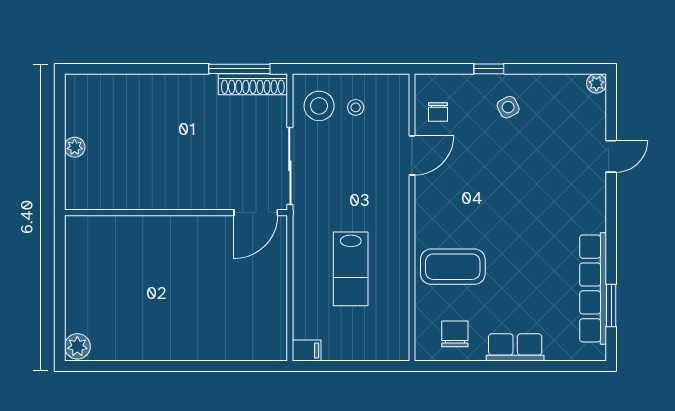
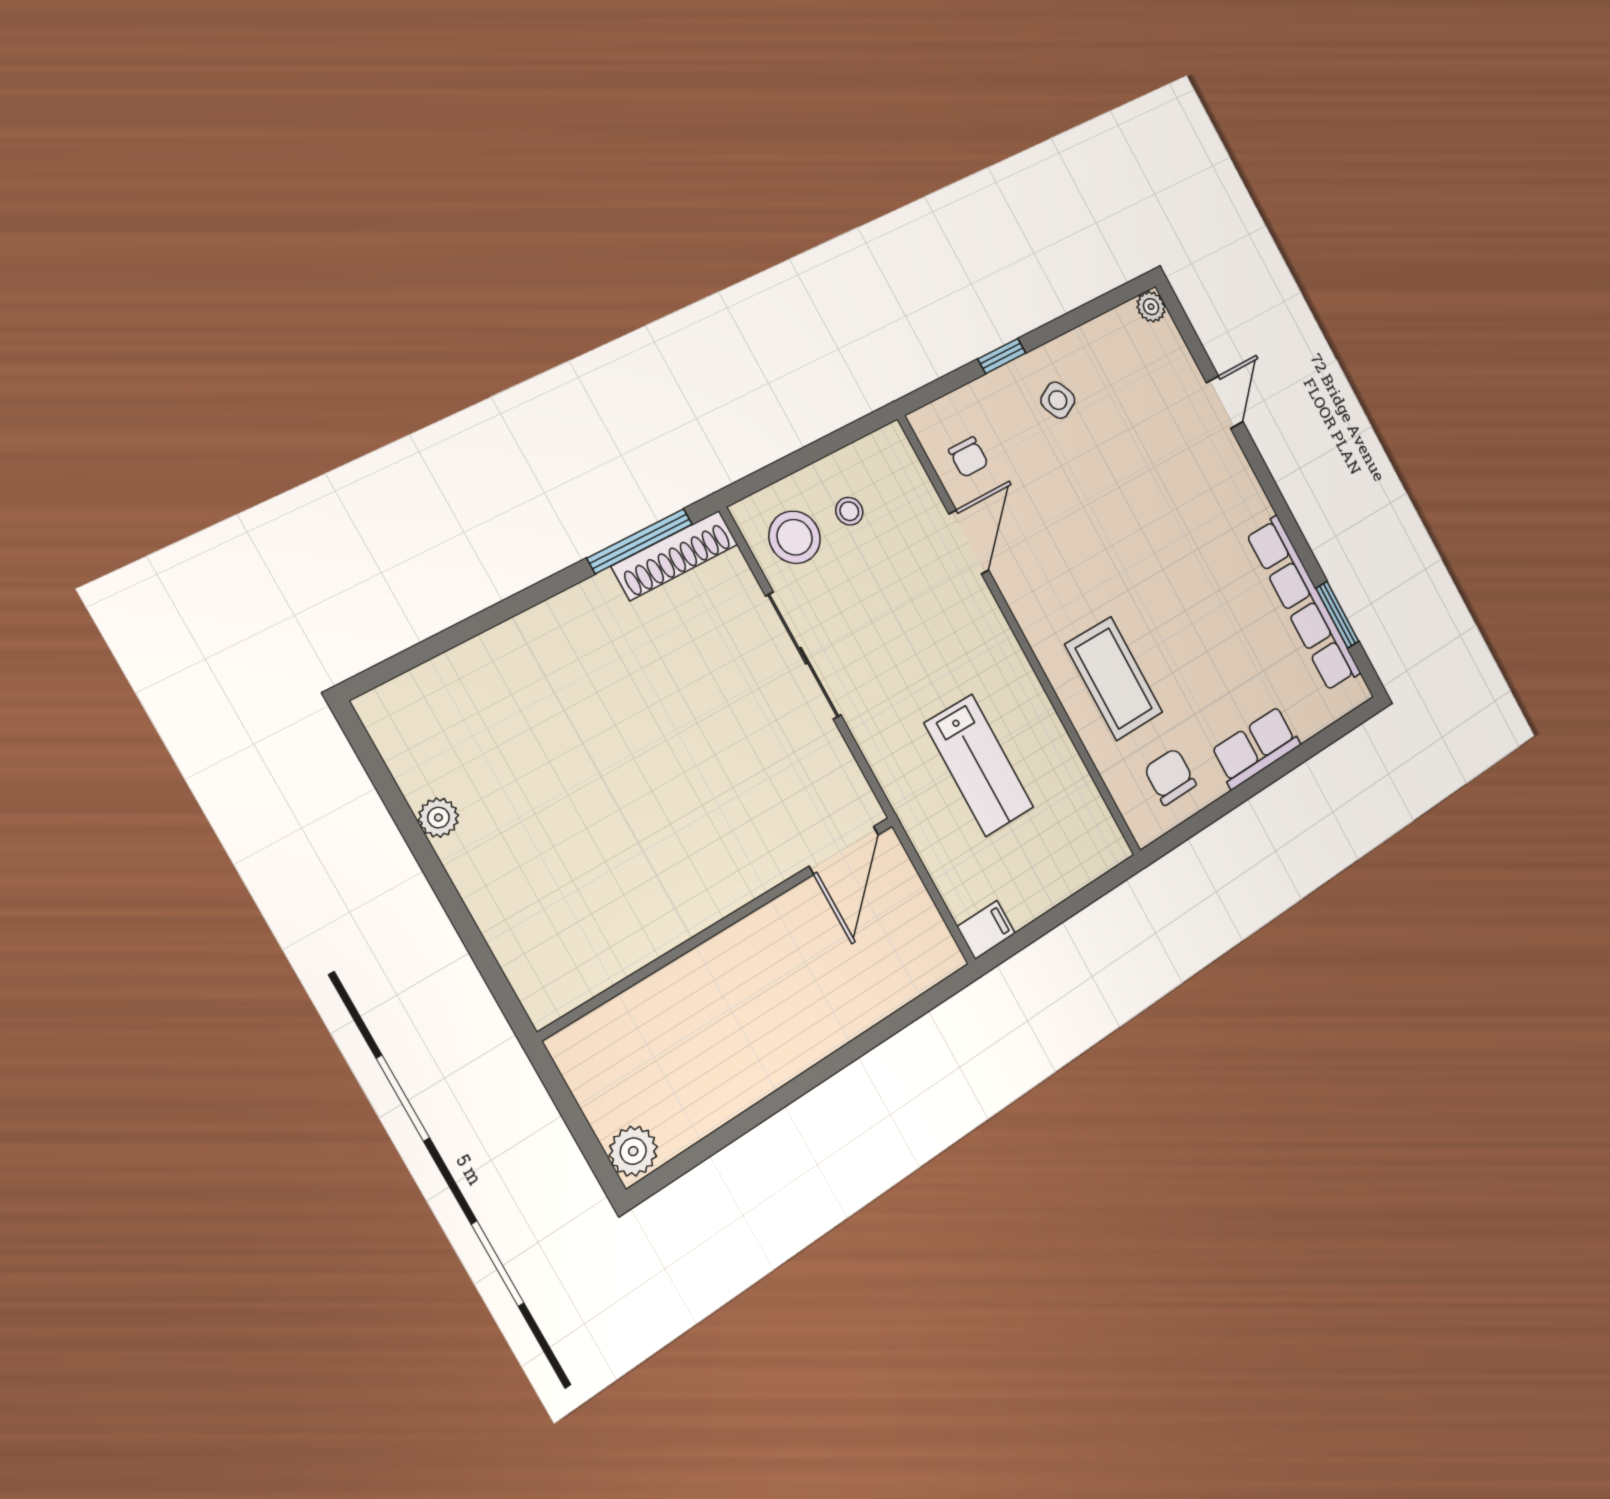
wall: (176, 213) -> (722, 925), moved
door: (256, 213) -> (844, 850), moved
coffee table: (453, 267) -> (1114, 678), turned 90

